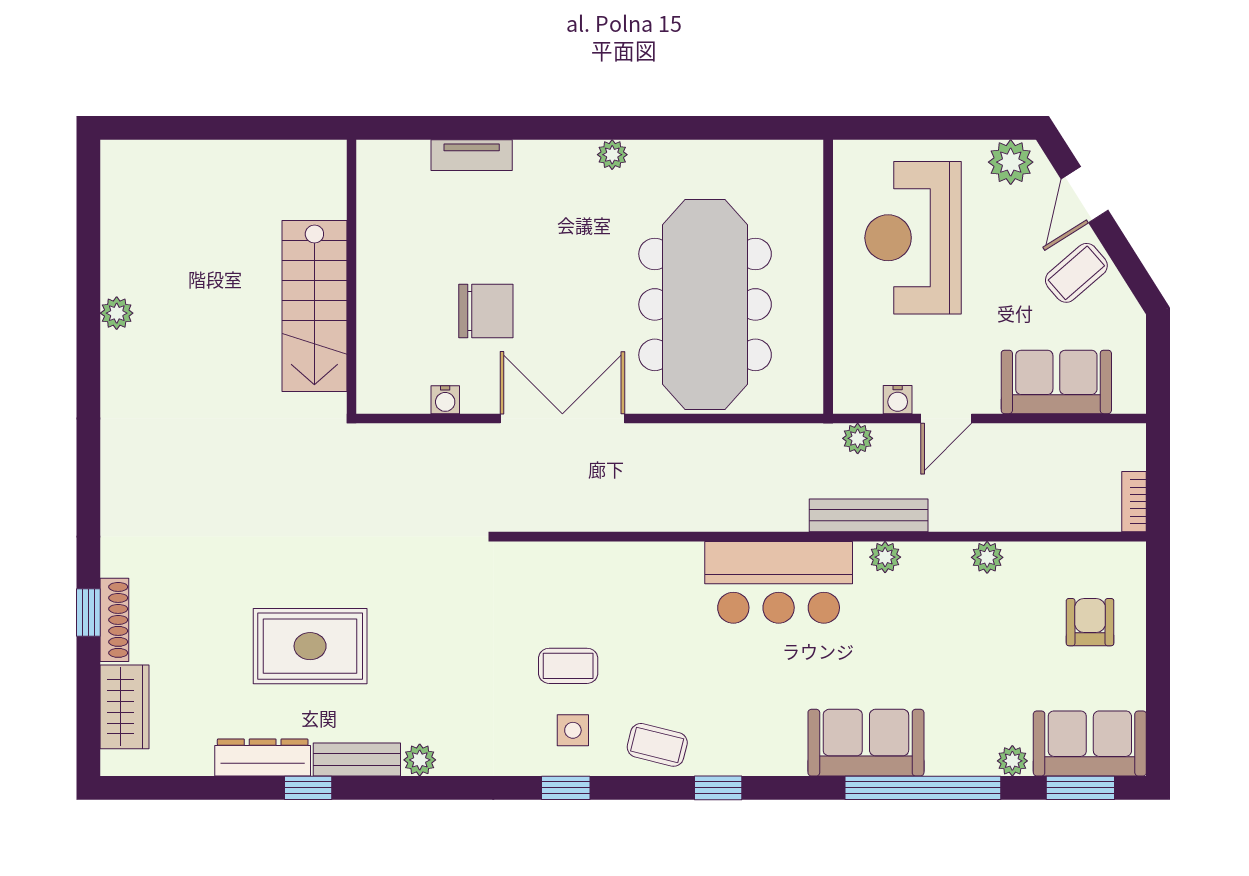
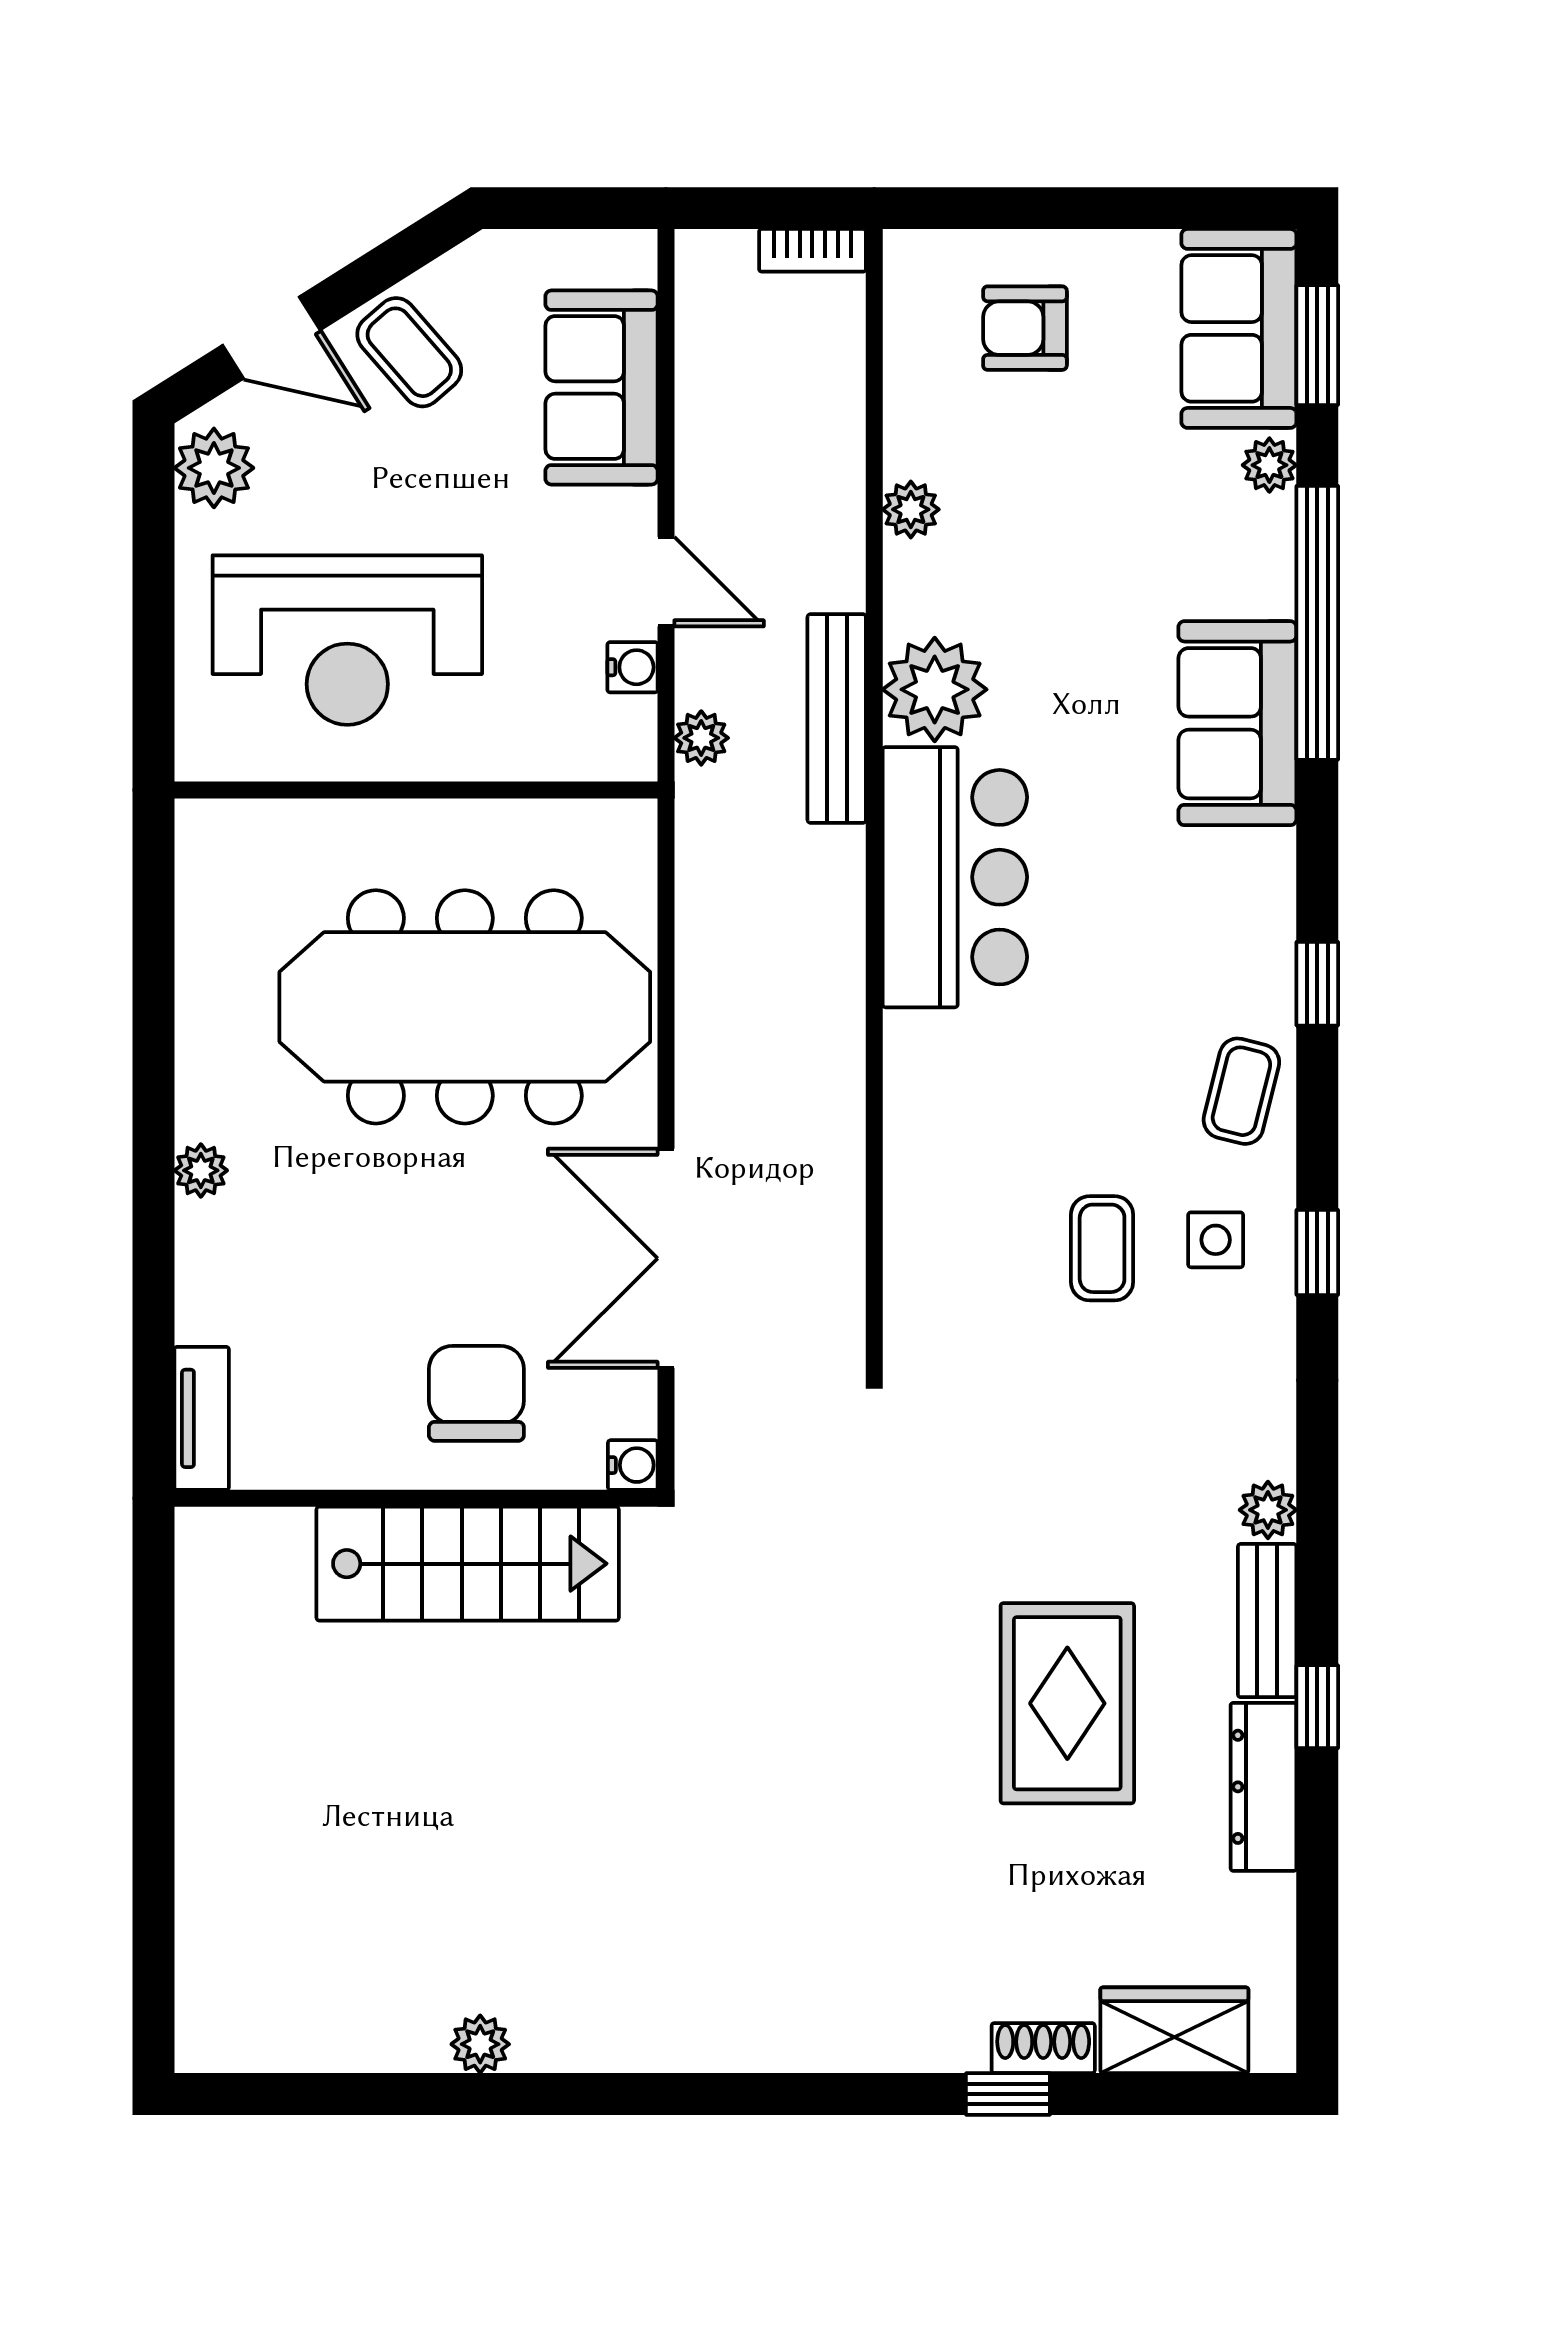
wall: (352, 277) -> (416, 1498), moved
stairs: (314, 306) -> (468, 1564), moved
plant: (885, 557) -> (935, 689), width x1.87, depth x1.87
shoe rack: (114, 620) -> (1043, 2048), width x0.70

